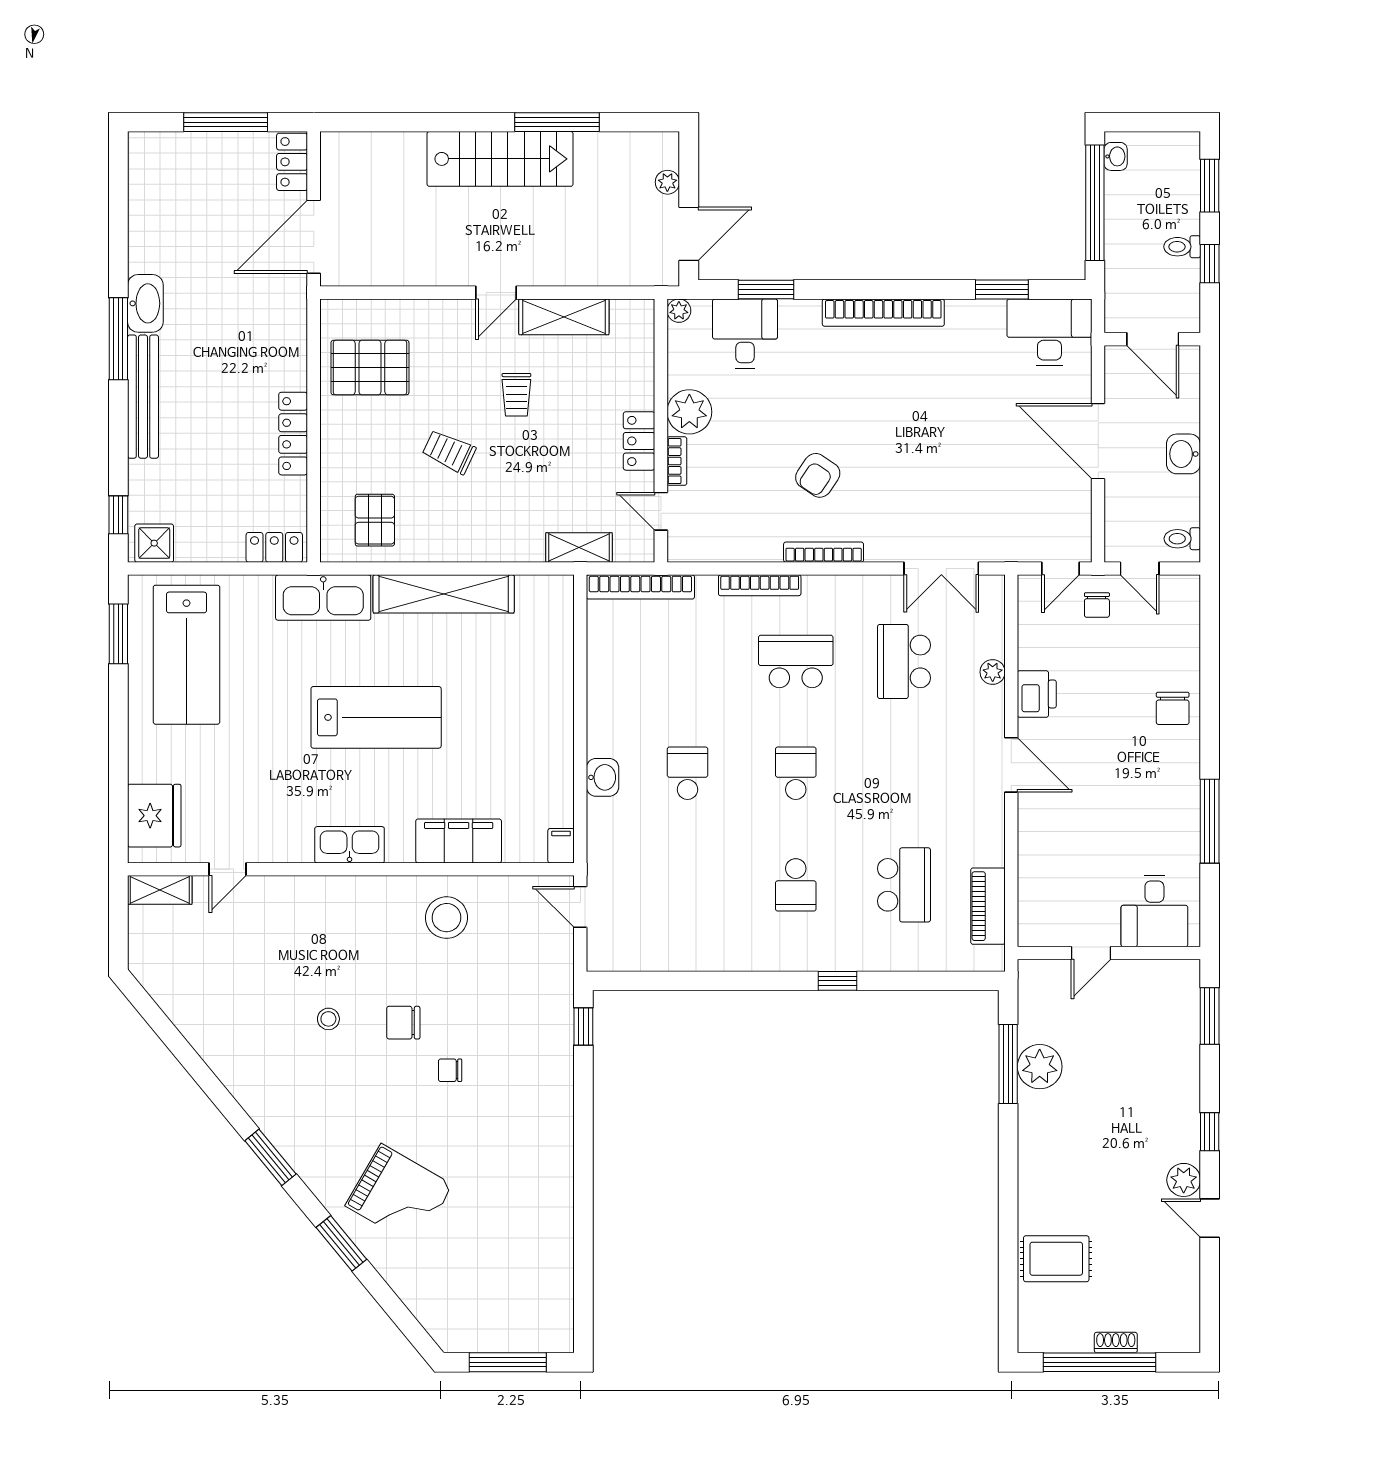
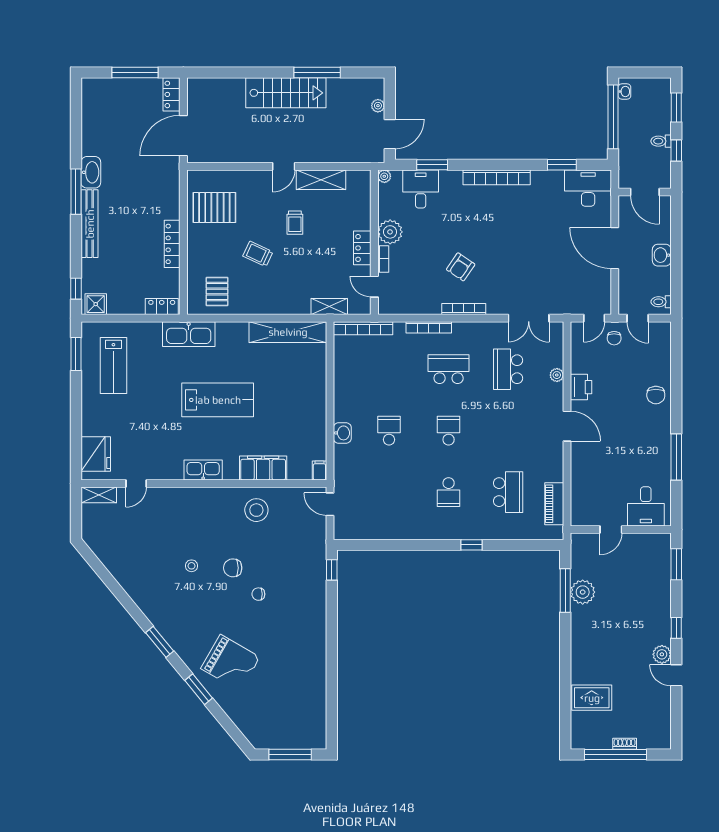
shelving: (444, 594) -> (288, 332), moved
lab bench: (186, 655) -> (113, 365), width x0.73, depth x0.72

